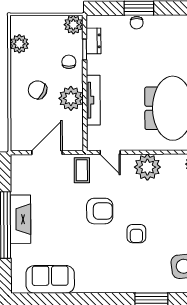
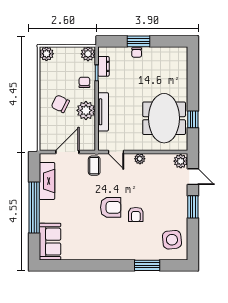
plant: (19, 44) -> (46, 54), moved
plant: (147, 167) -> (140, 159), width x0.53, depth x0.53
armchair: (100, 211) -> (111, 207), moved
fireplace: (21, 219) -> (47, 181), moved
sofa: (50, 279) -> (50, 242), moved, turned 90

